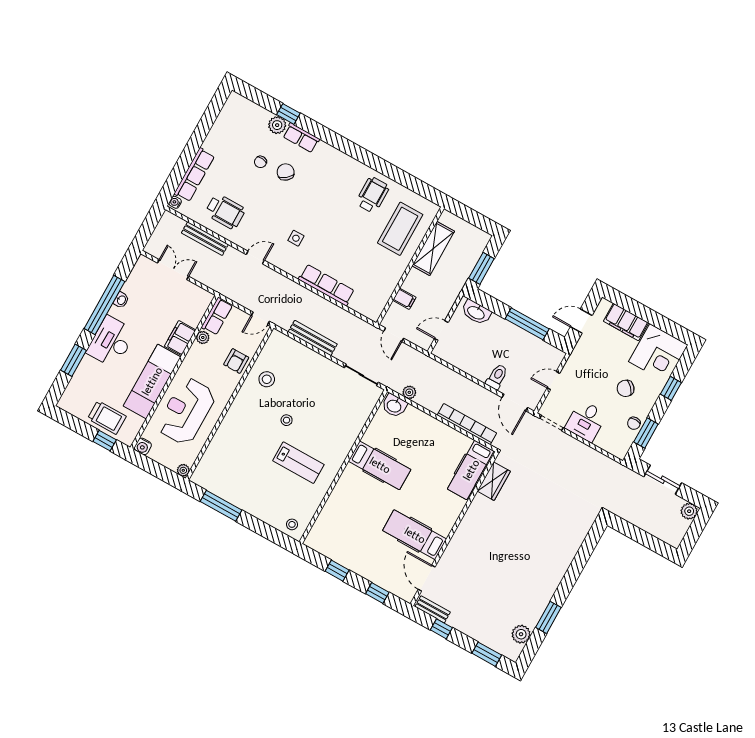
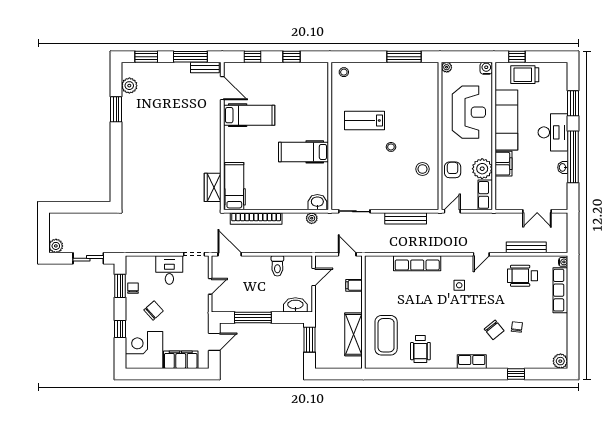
plant: (277, 125) -> (560, 361), moved
row of seats: (301, 138) -> (472, 362), moved
plant: (203, 337) -> (482, 169), width x1.88, depth x1.88
toilet: (497, 377) -> (277, 266), moved
window: (441, 629) -> (190, 57), width x2.17

